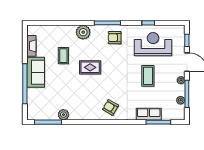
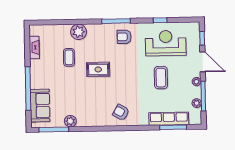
plant: (83, 32) -> (79, 32), moved
sofa: (36, 72) -> (40, 106), moved
row of seats: (149, 114) -> (169, 119), width x1.48

